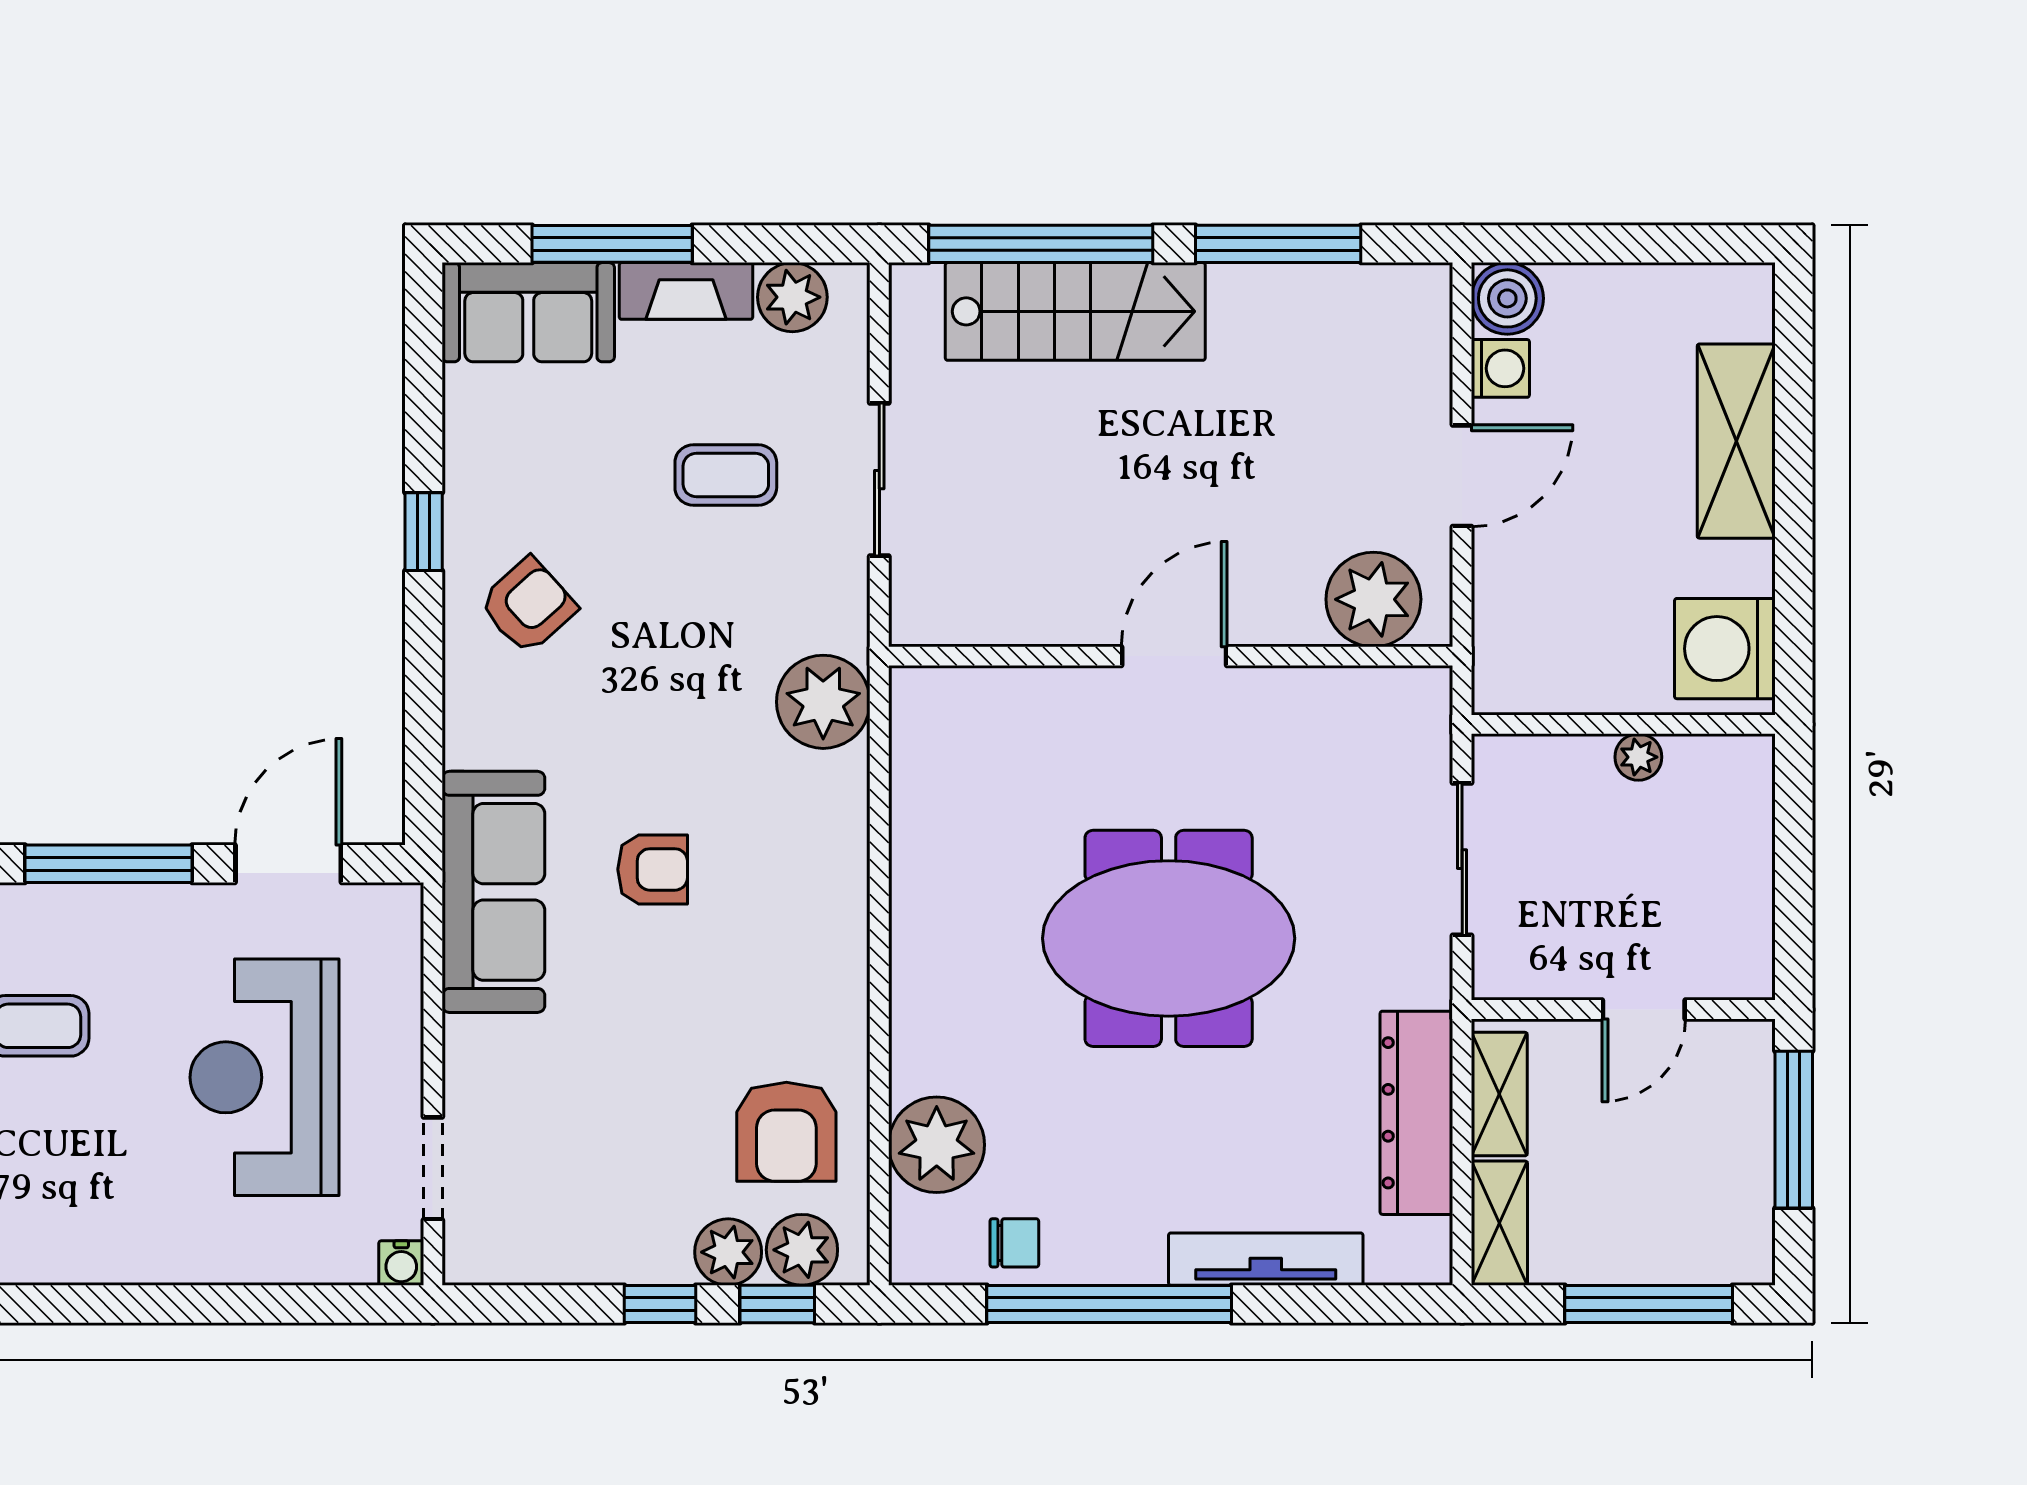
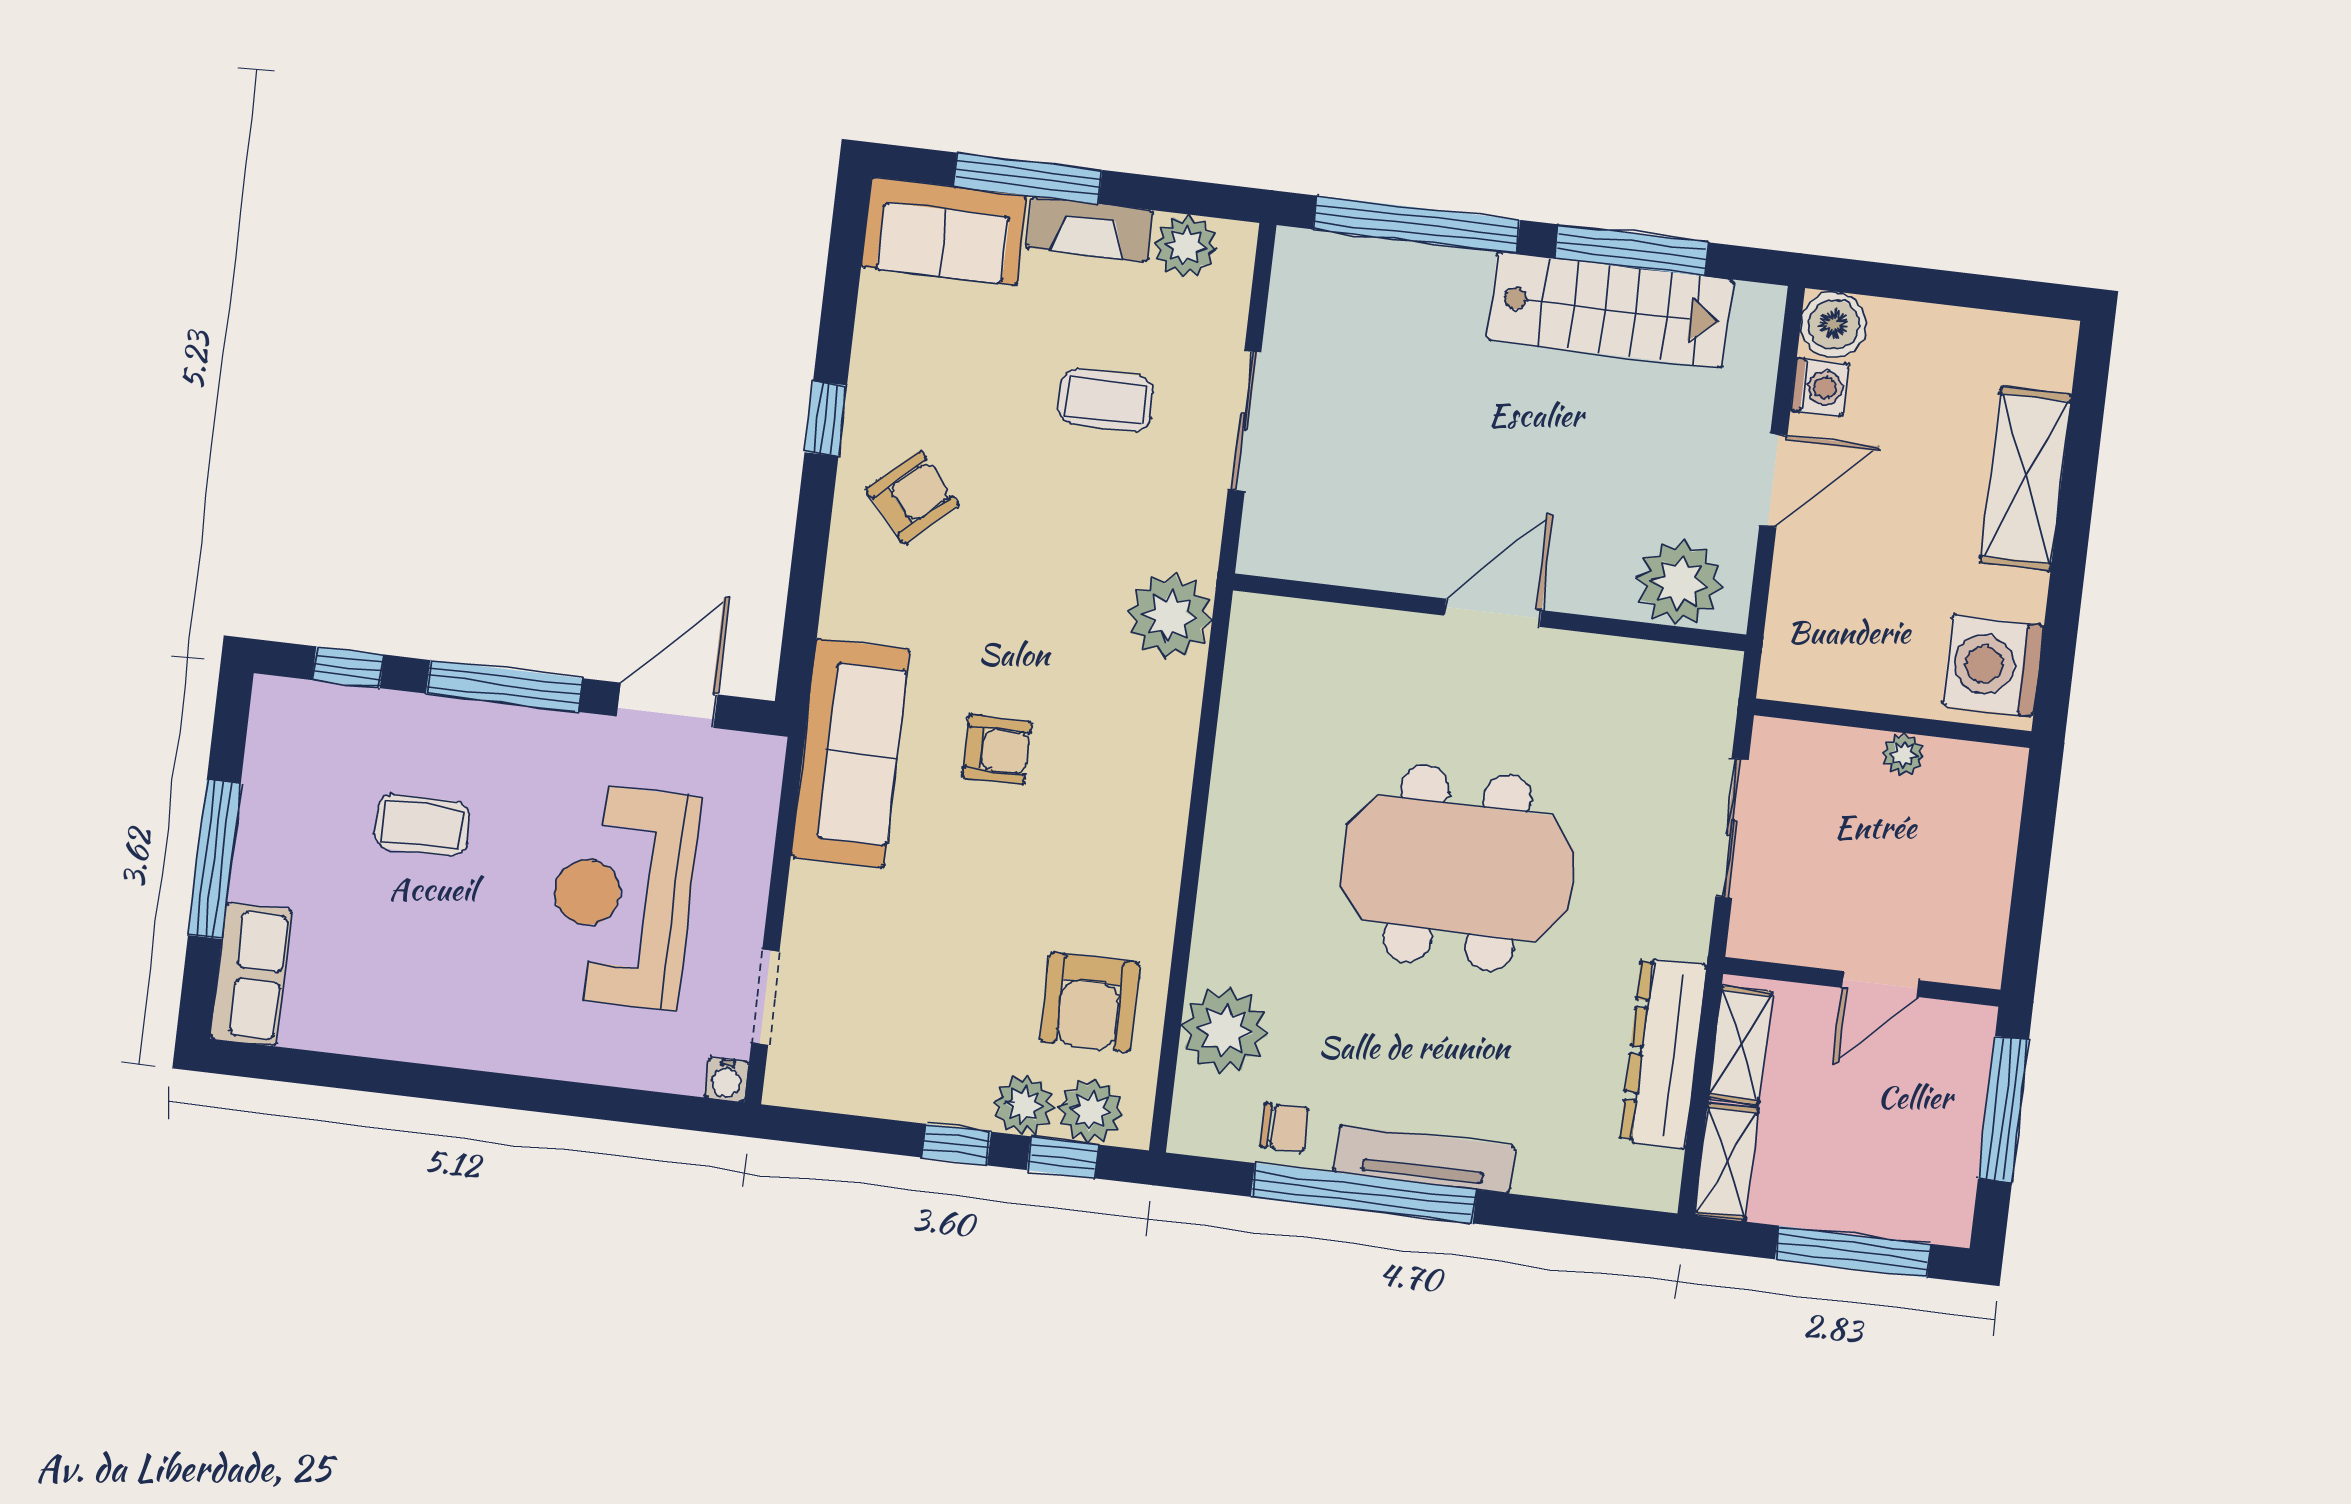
stairs: (1075, 311) -> (1610, 310), moved
tv unit: (1266, 1259) -> (1424, 1159), moved

